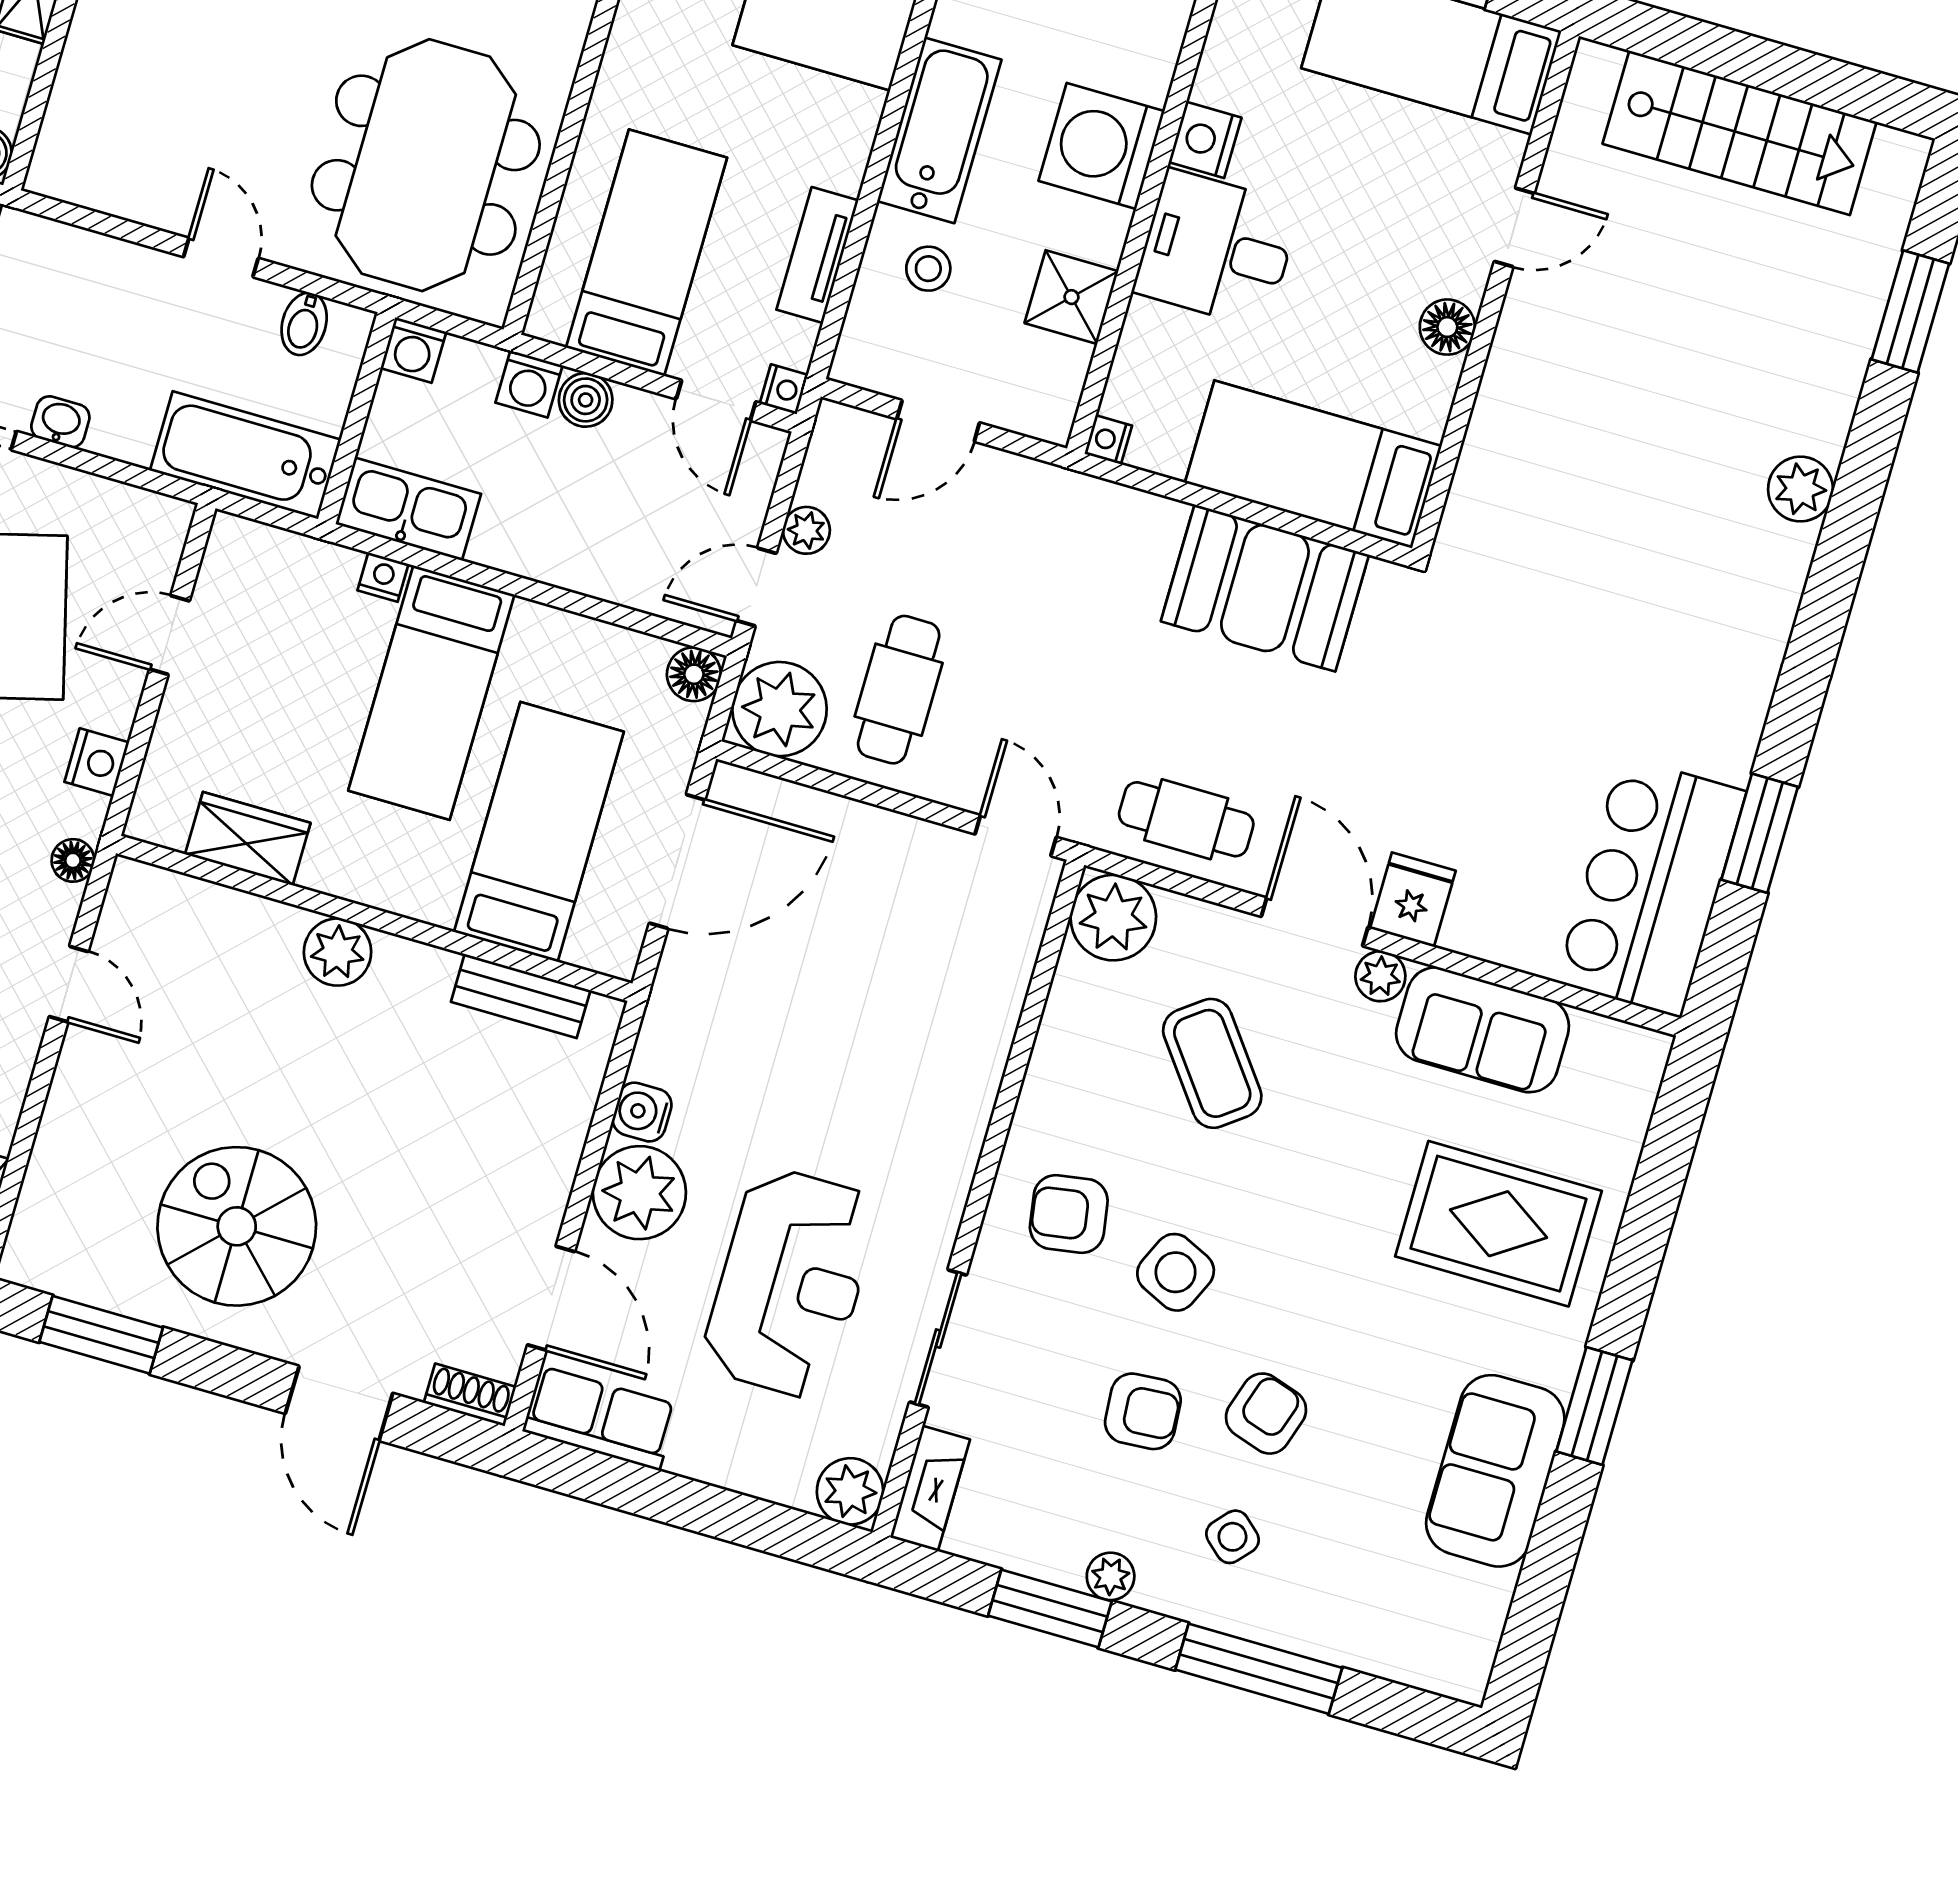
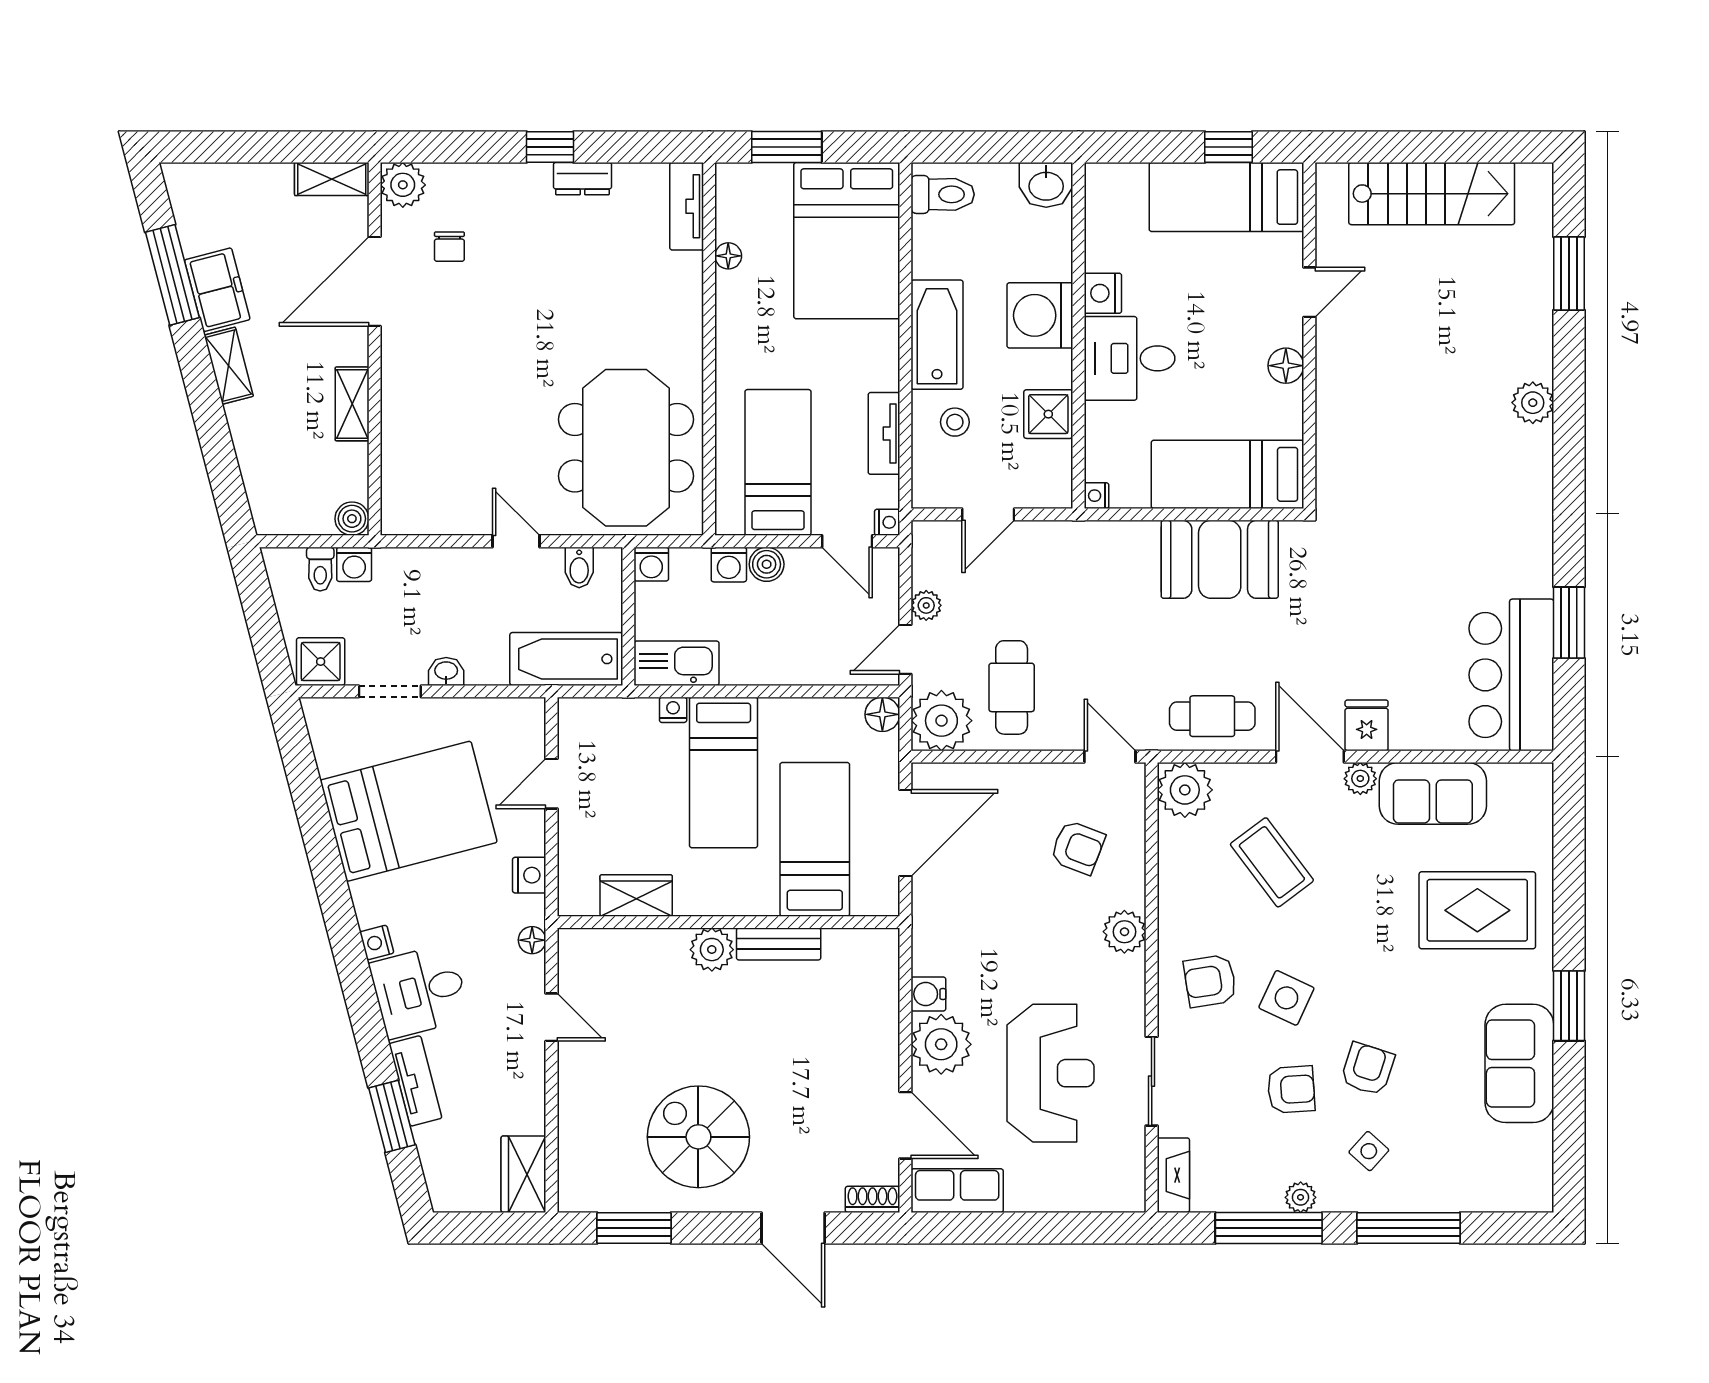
armchair: (928, 957) -> (1078, 847), added
bench: (521, 996) -> (779, 944), moved
plant: (850, 1491) -> (1124, 932), moved
window: (1050, 1608) -> (1269, 1228), width x1.44

